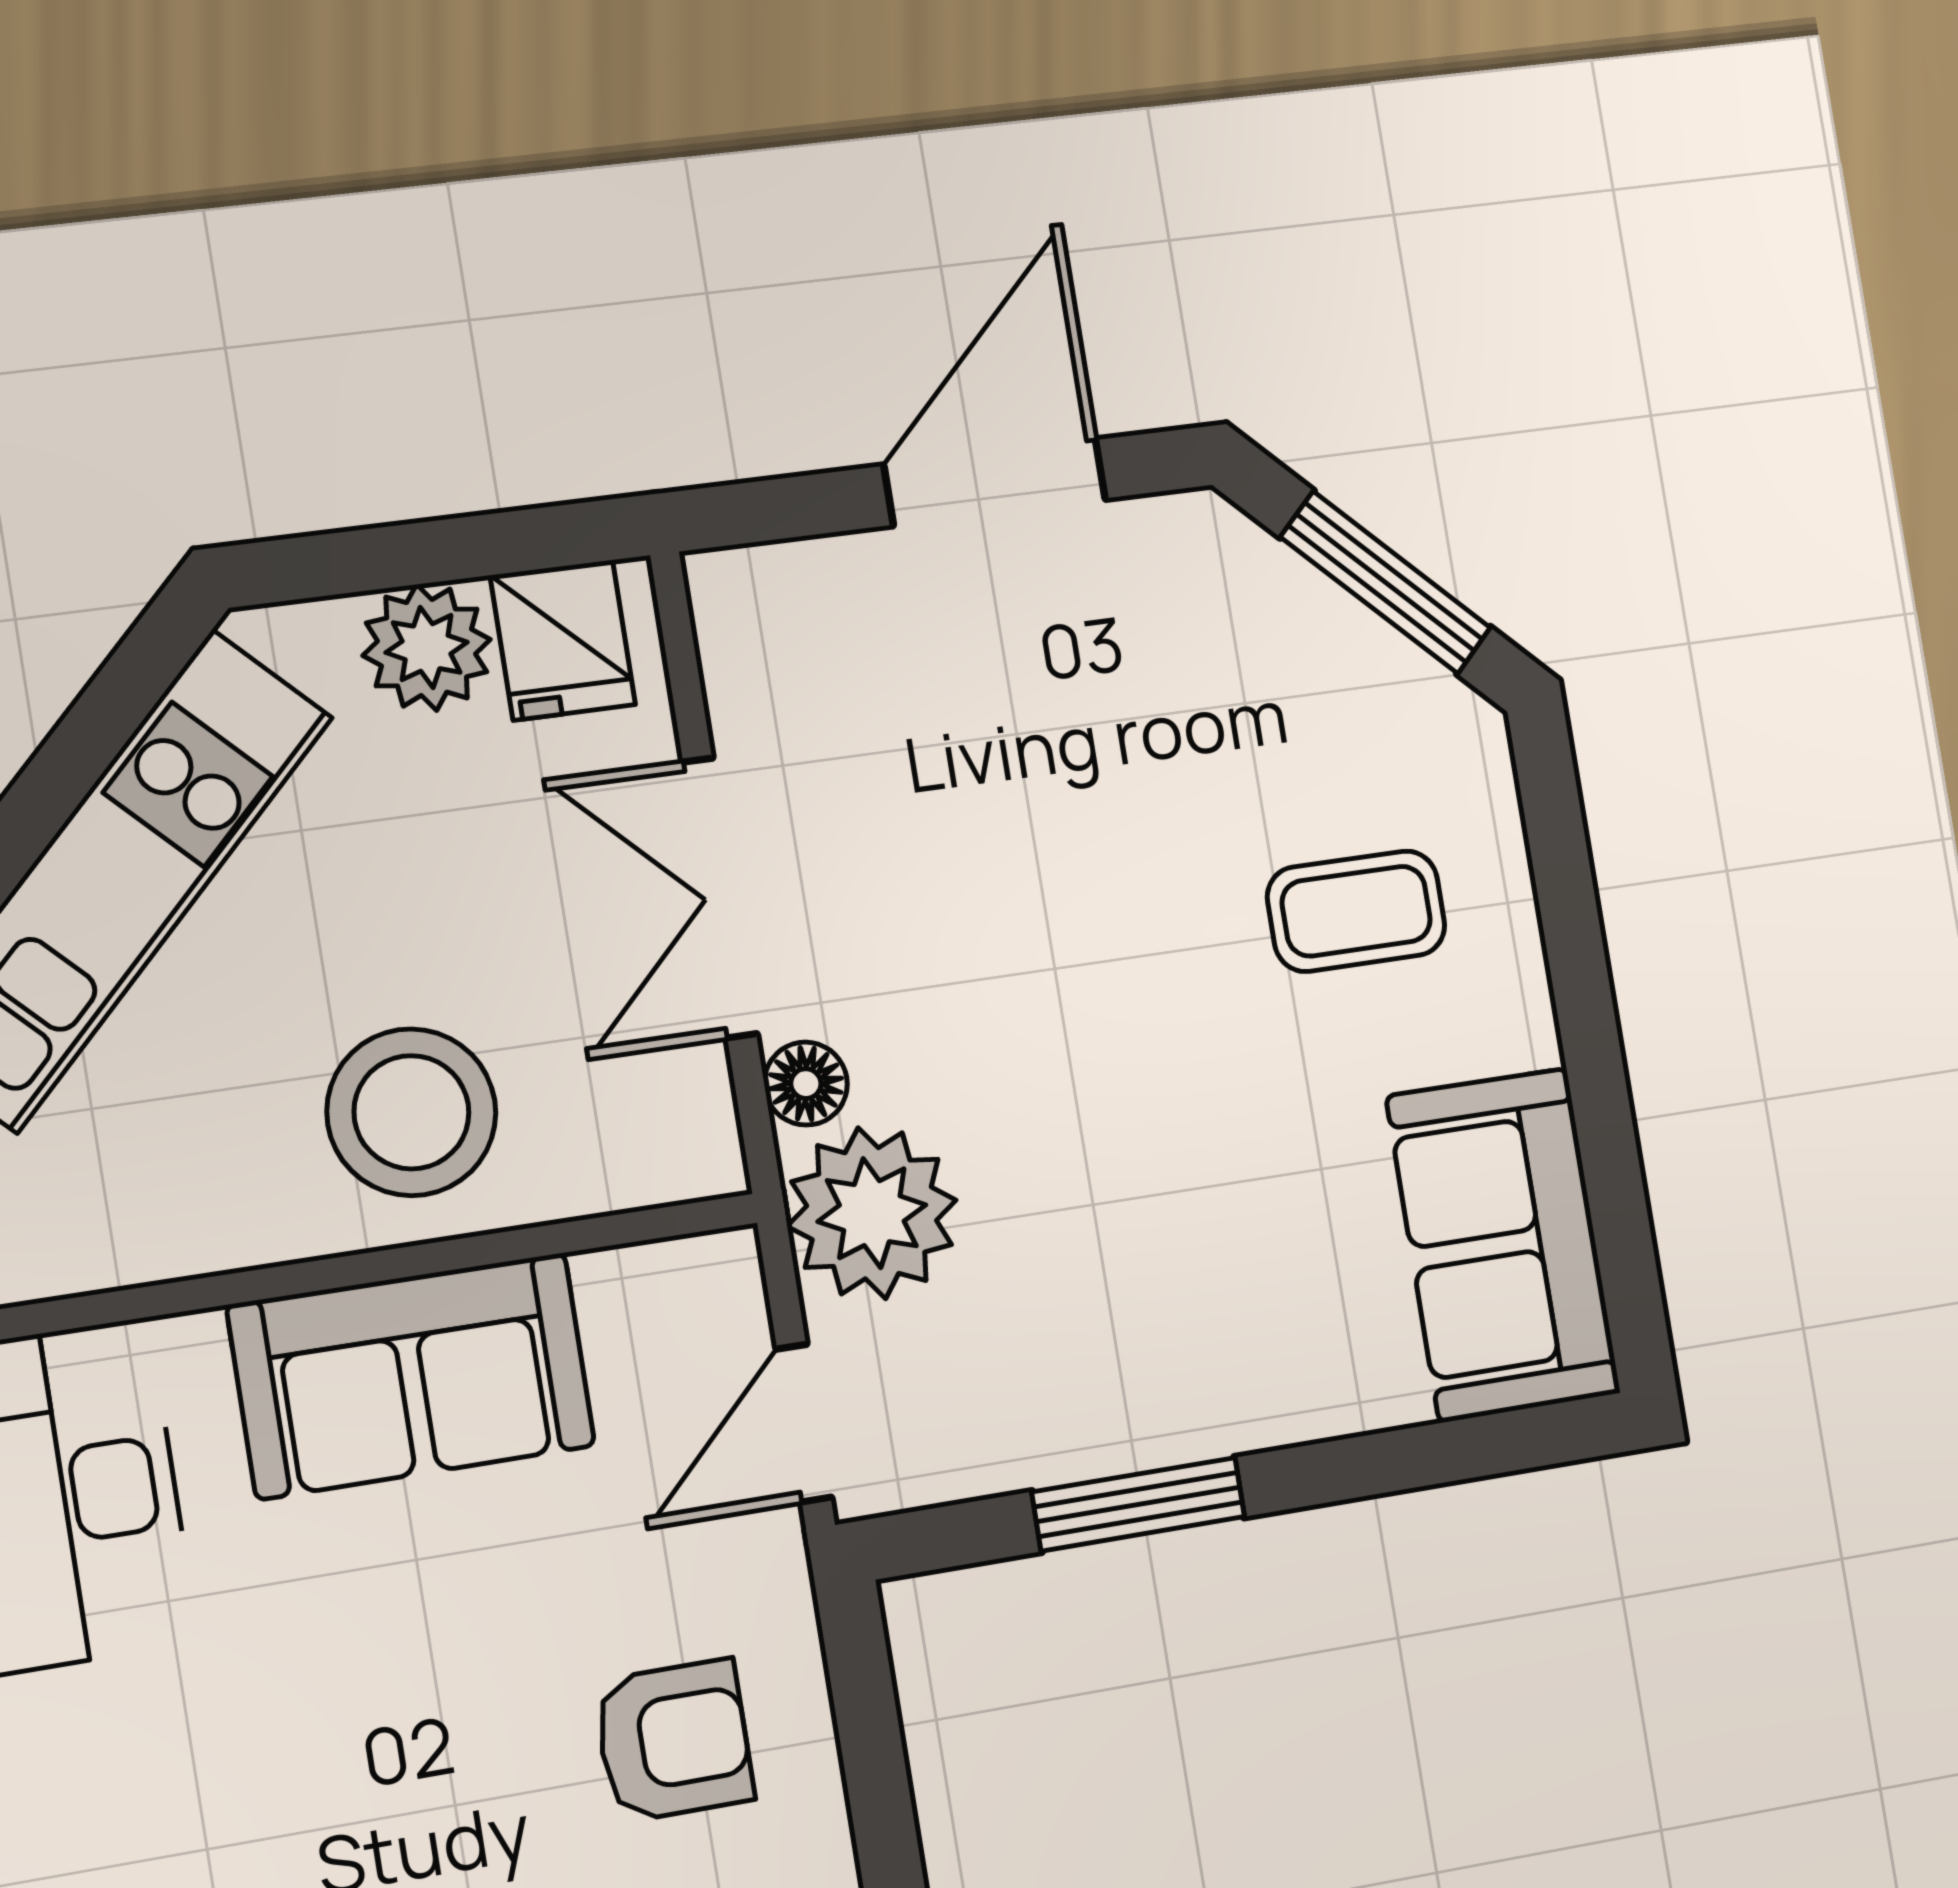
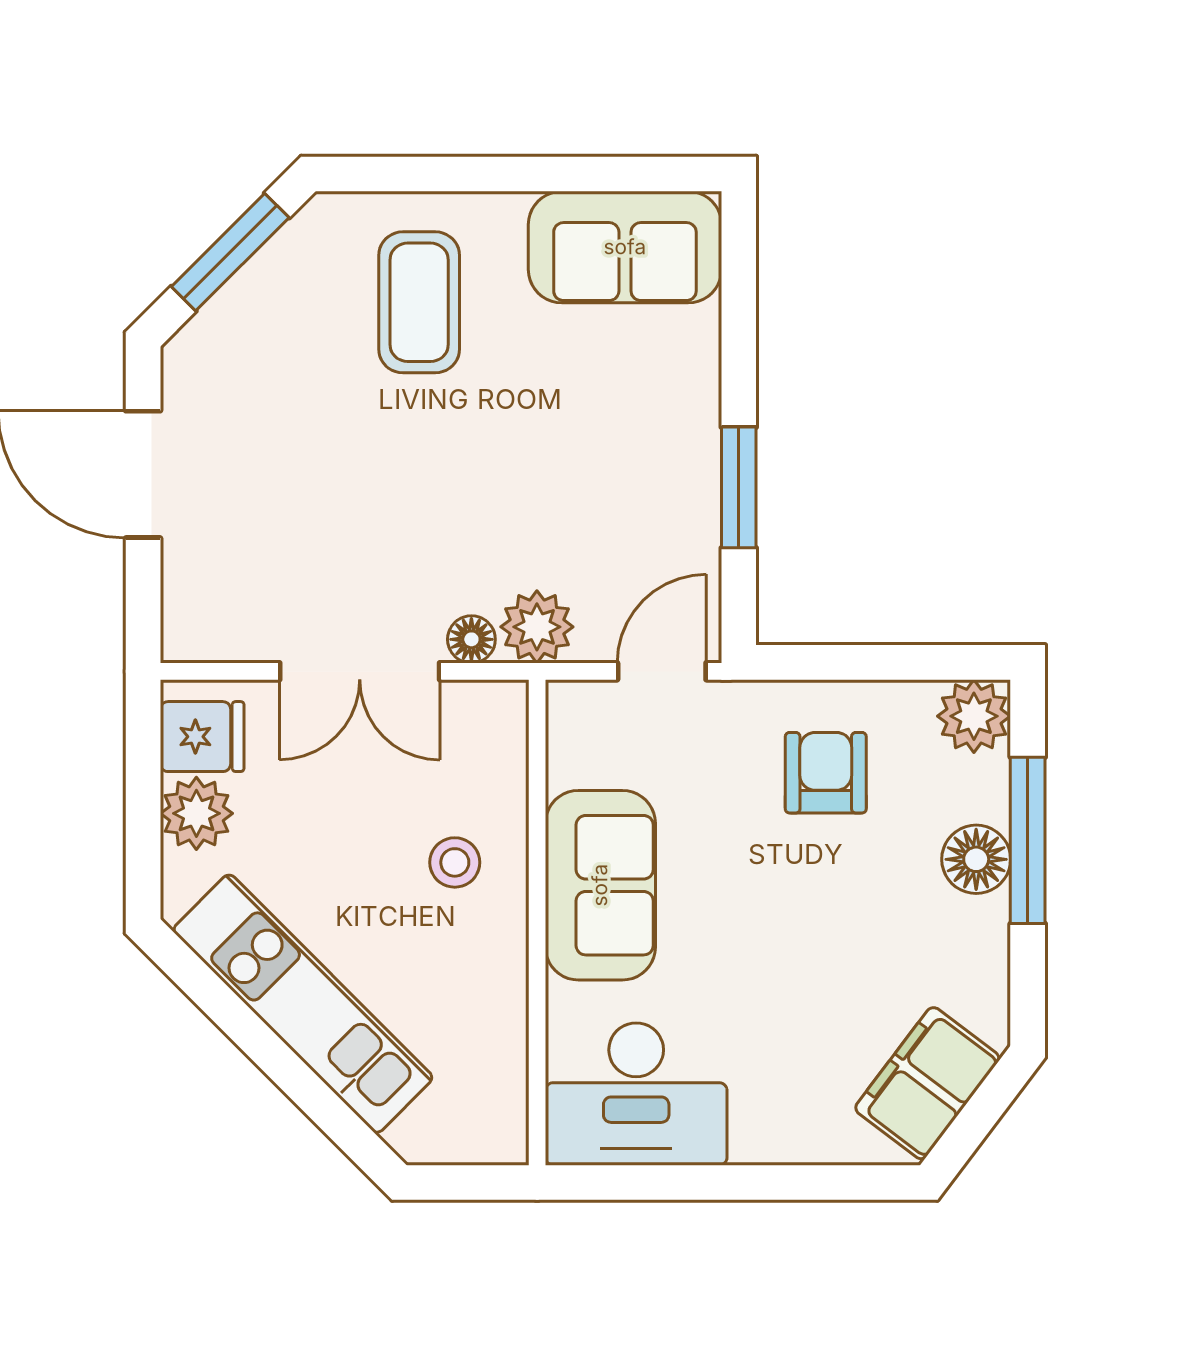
coffee table: (1356, 911) -> (419, 302), width x1.36, depth x1.30
stool: (411, 1112) -> (455, 862), width x0.53, depth x0.53
plant: (872, 1213) -> (537, 627), width x0.73, depth x0.73
door: (804, 1423) -> (662, 671), swing flipped

